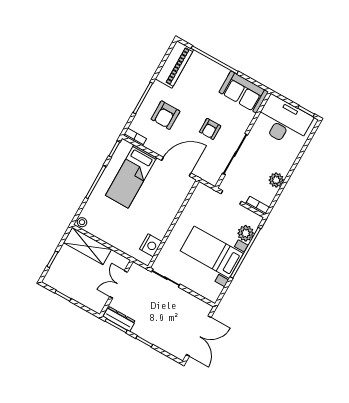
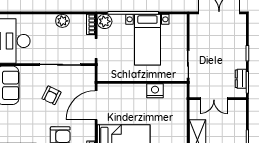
armchair: (210, 129) -> (51, 95), turned 116
door: (176, 167) -> (96, 105), hinge flipped
plant: (246, 233) -> (105, 21), moved
nightstand: (151, 245) -> (155, 91), moved
dresser: (119, 319) -> (241, 79), width x0.70

